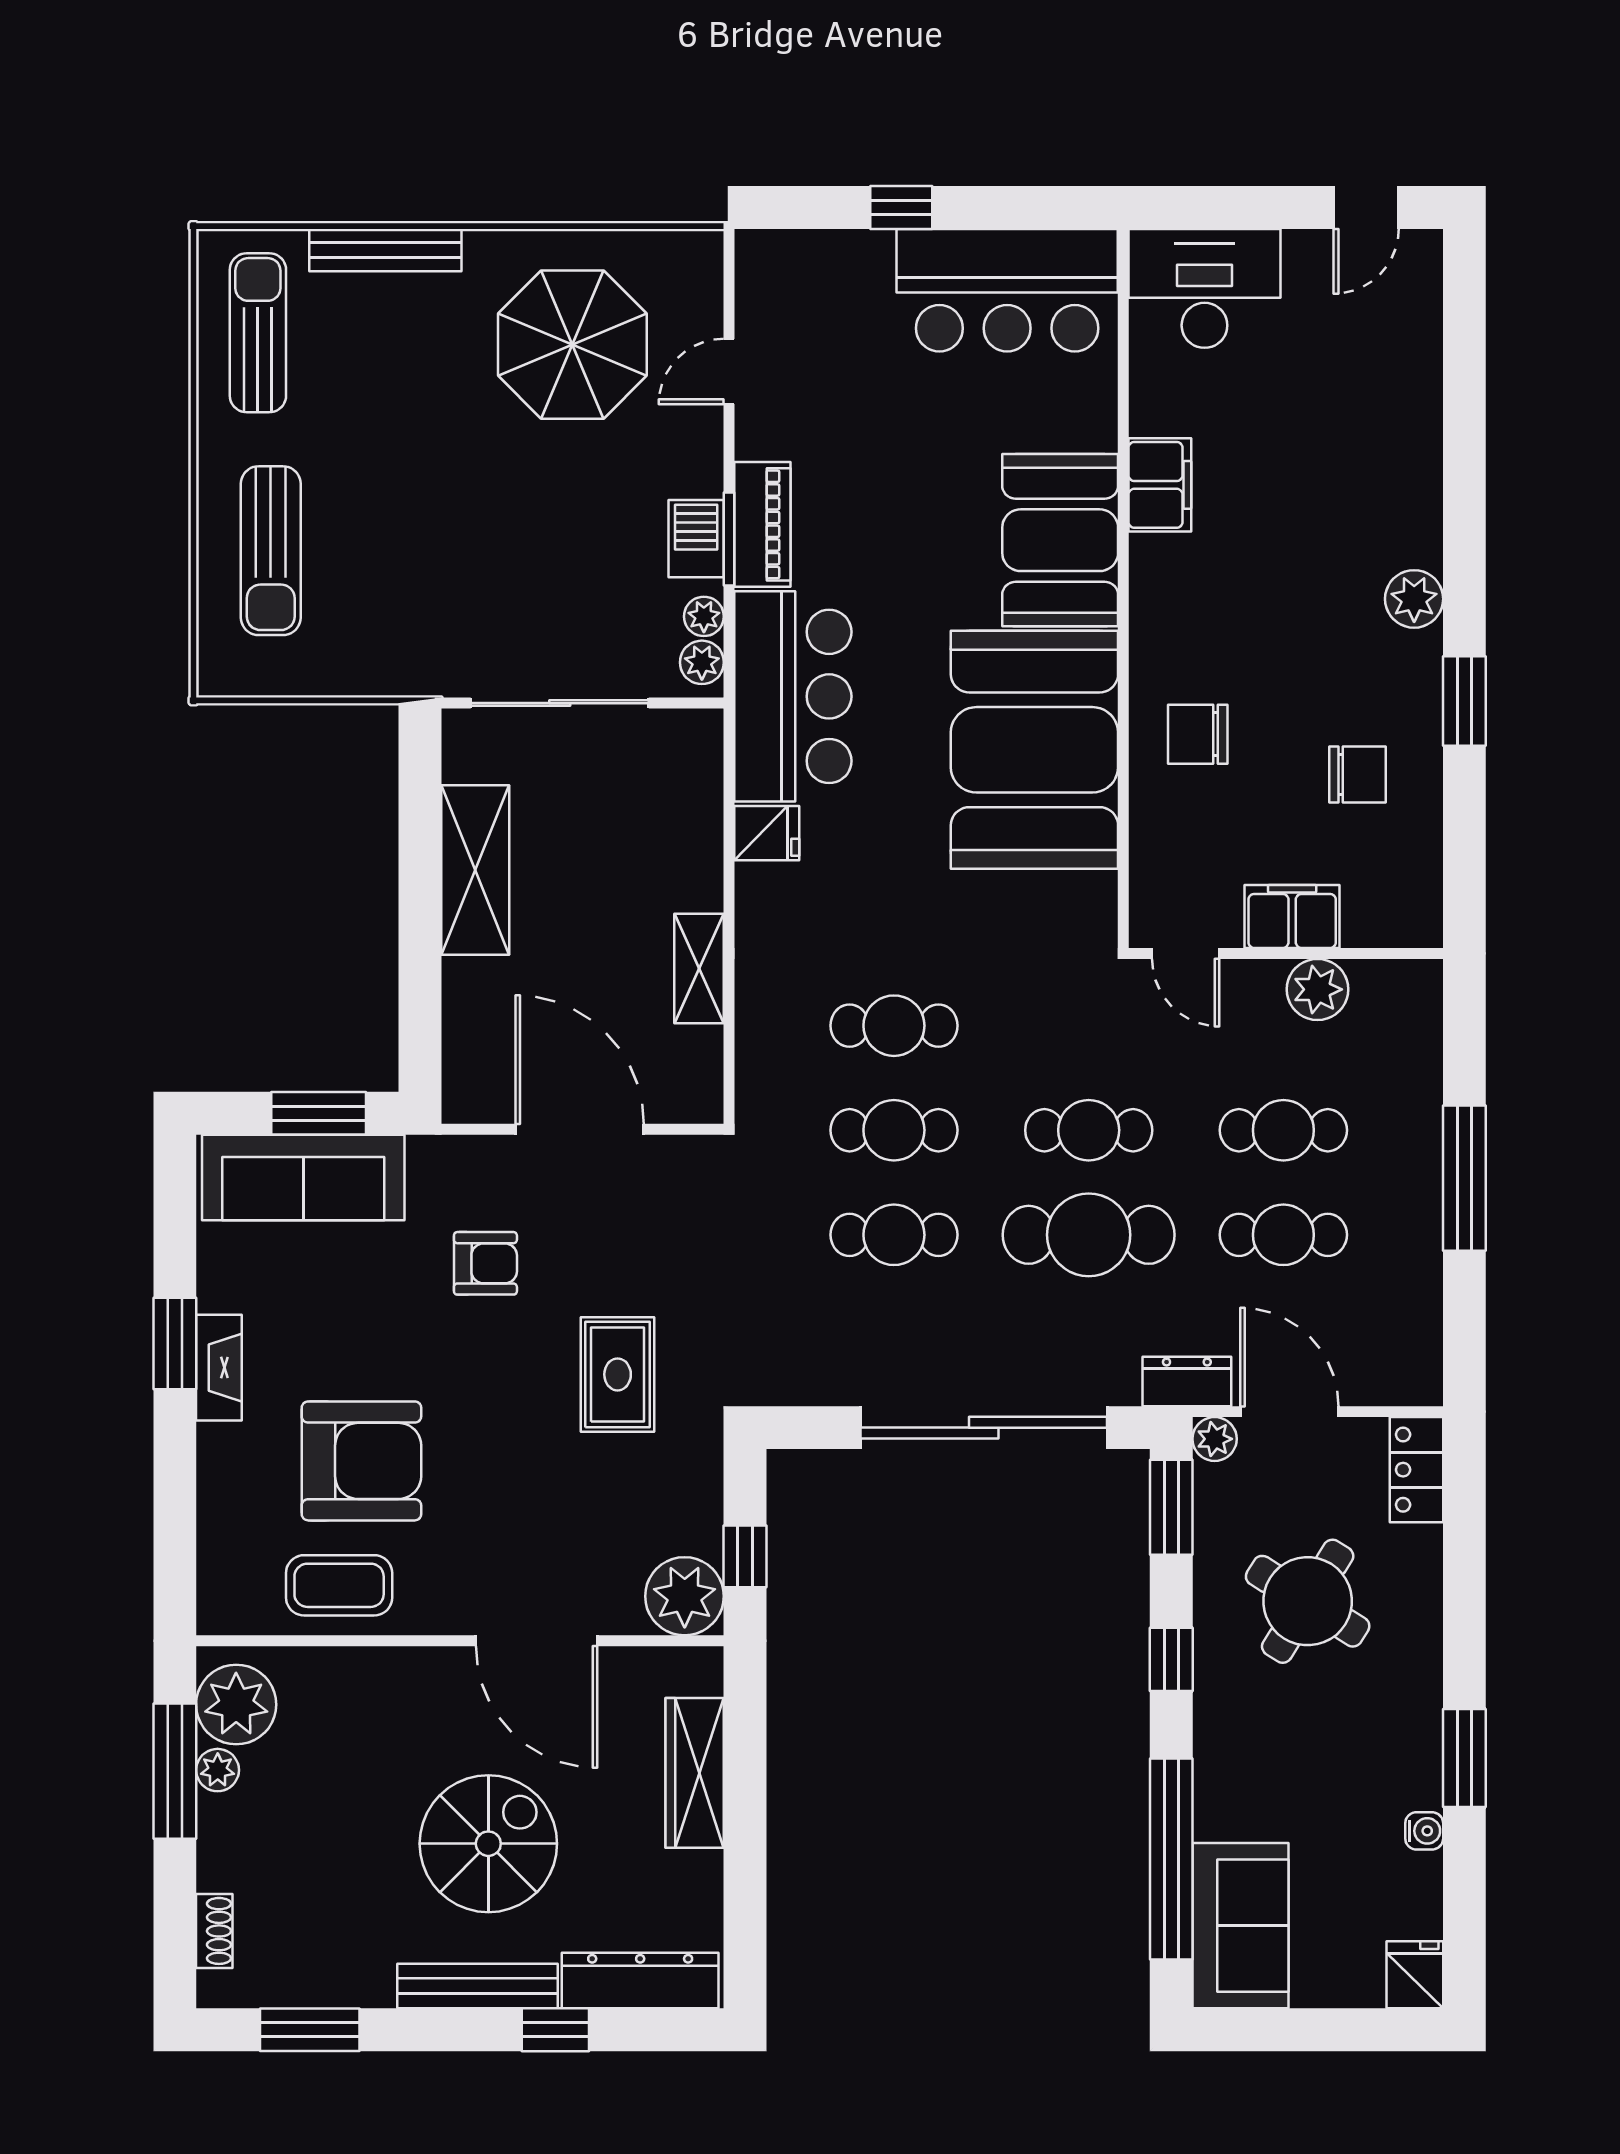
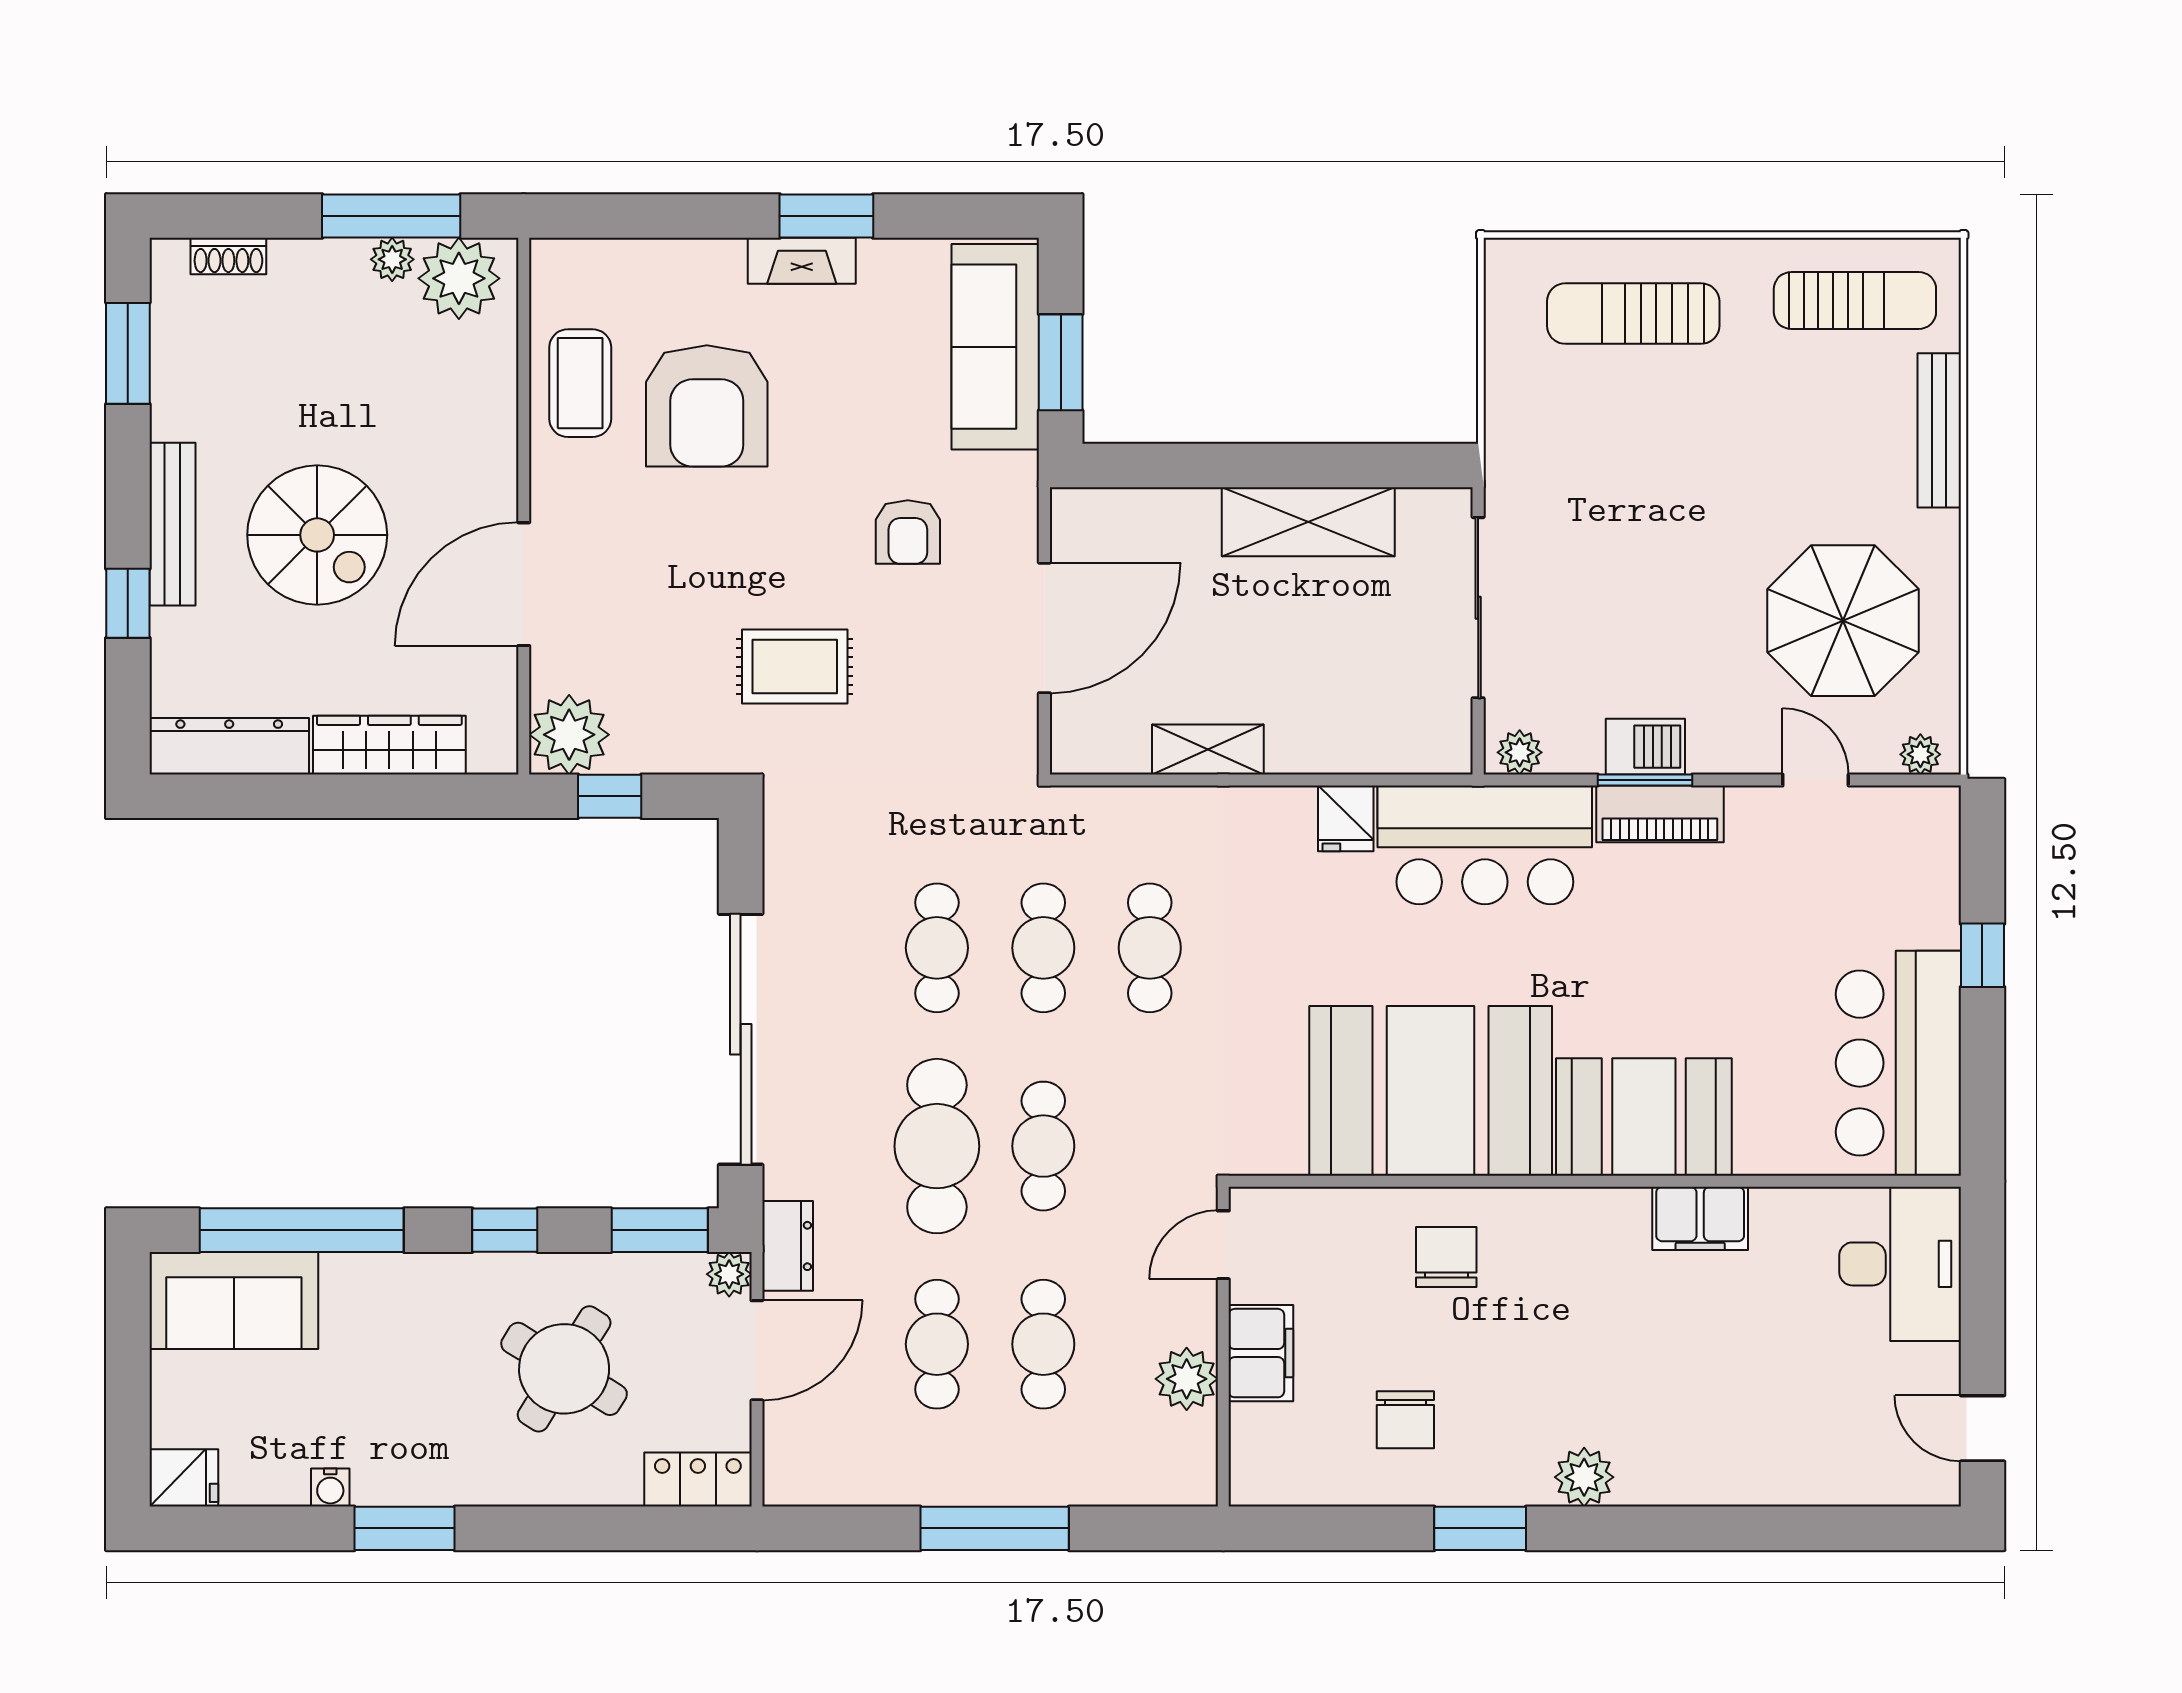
plant: (704, 616) -> (1920, 754), moved
dresser: (640, 1980) -> (229, 746), moved, turned -90

